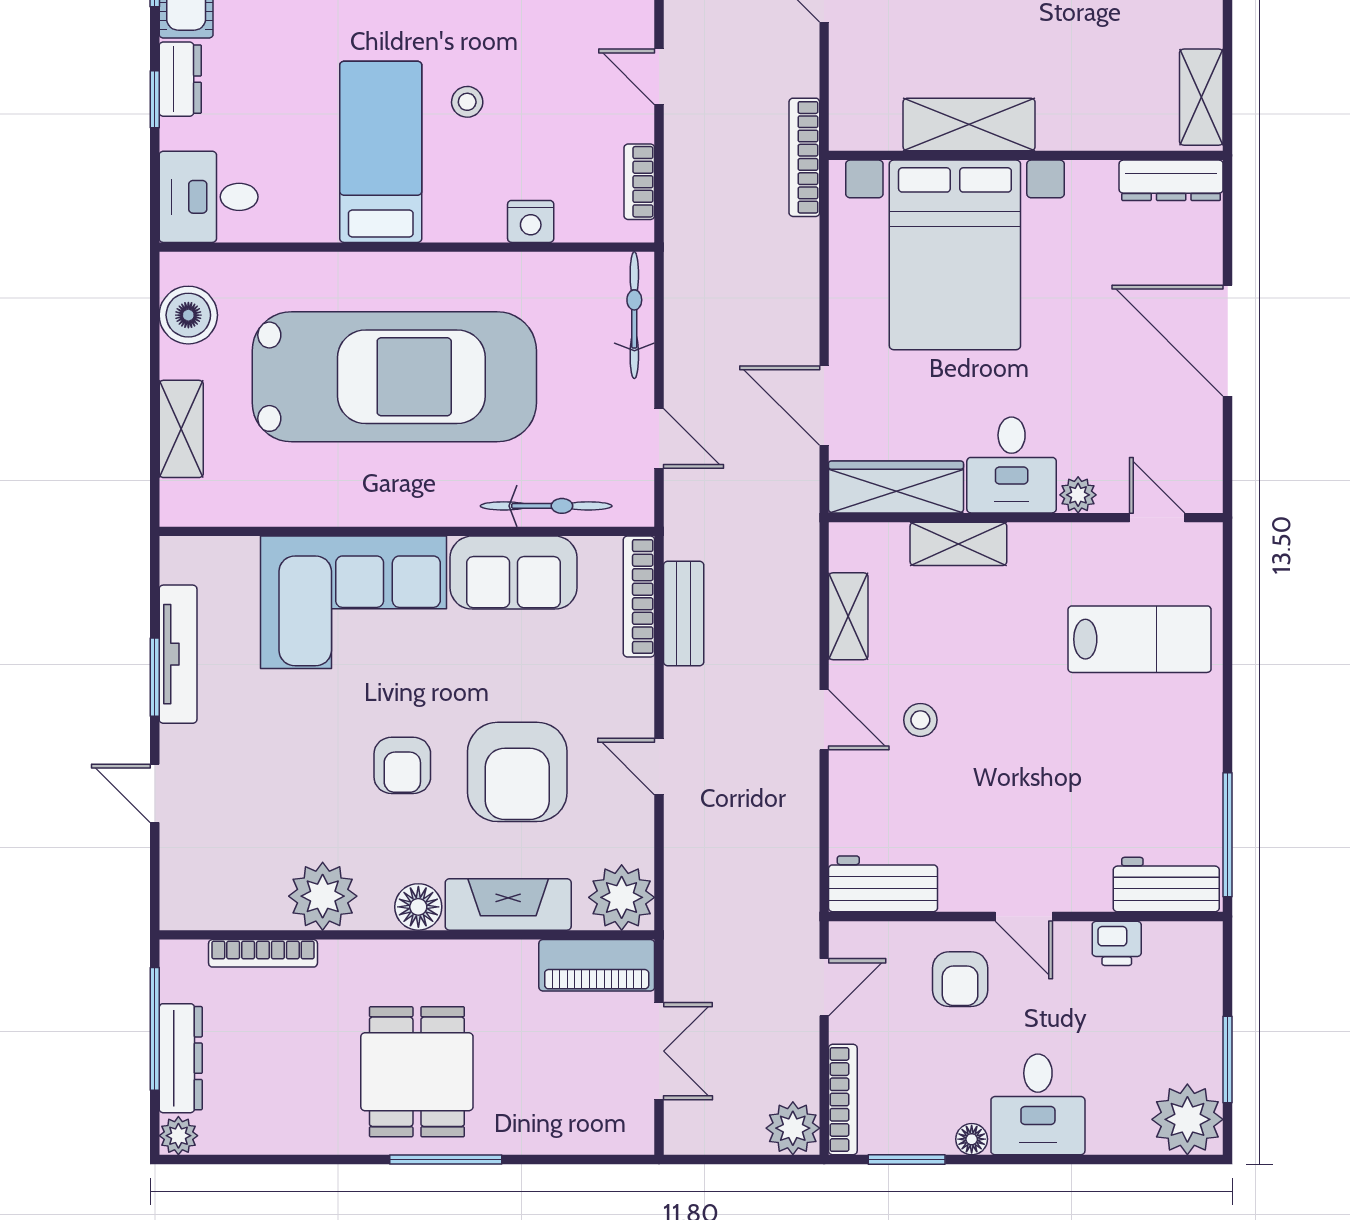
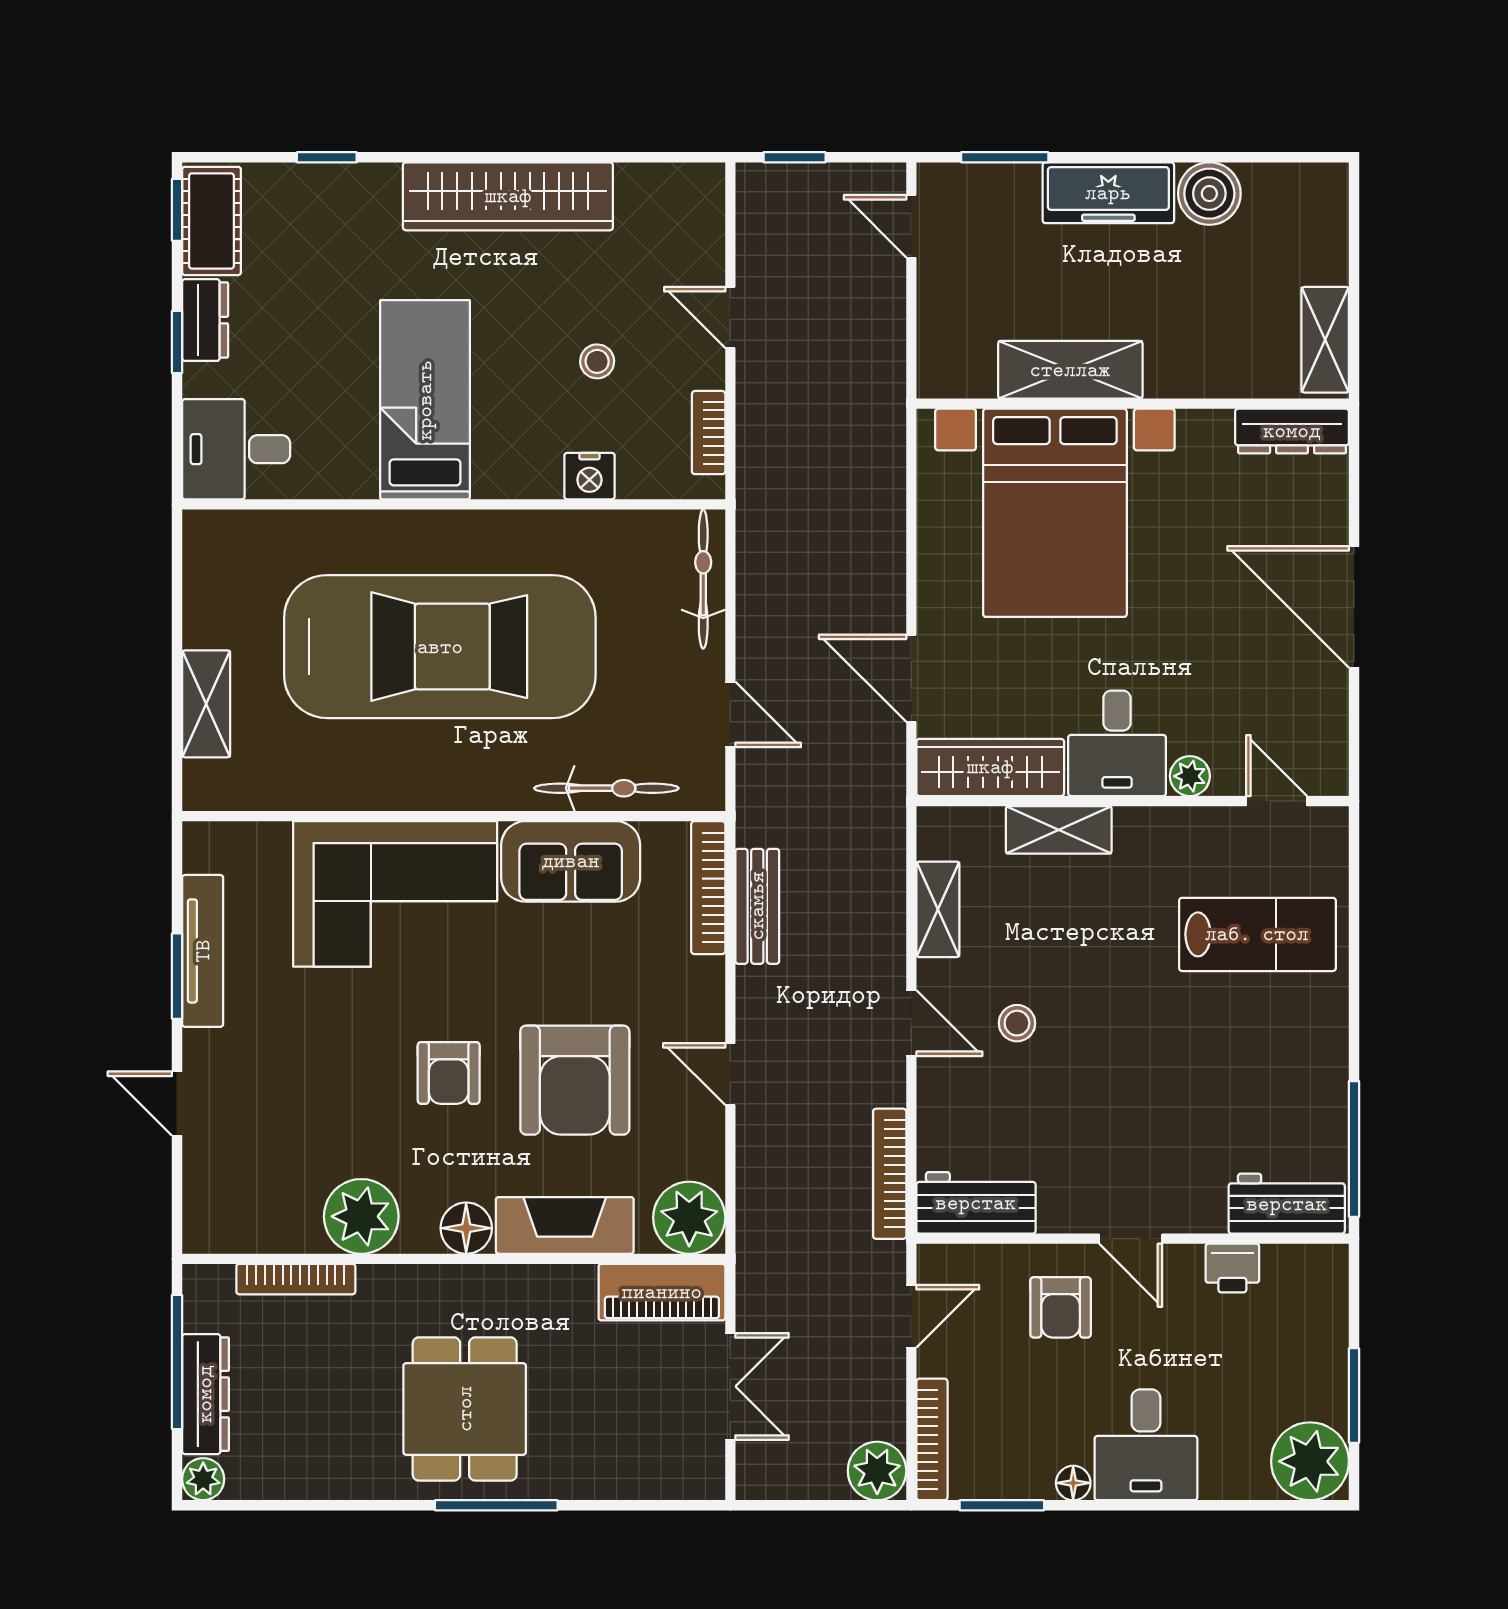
stool: (467, 102) -> (597, 361), moved
bookcase: (804, 157) -> (890, 1174), moved
boiler: (188, 315) -> (214, 579), removed

